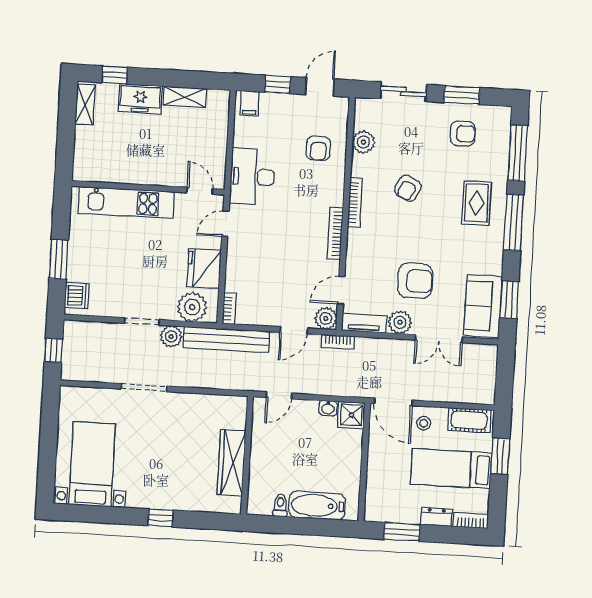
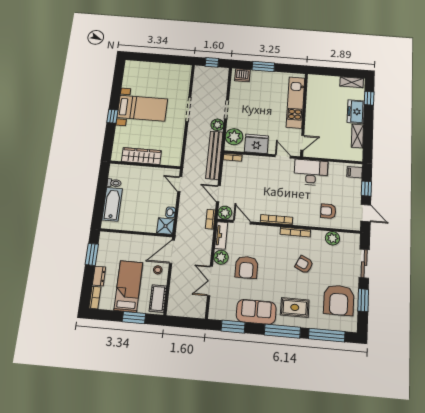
armchair: (463, 134) -> (339, 300), width x1.88, depth x1.88
sofa: (483, 306) -> (256, 312), moved
bed with nightstands: (92, 464) -> (142, 108), moved

